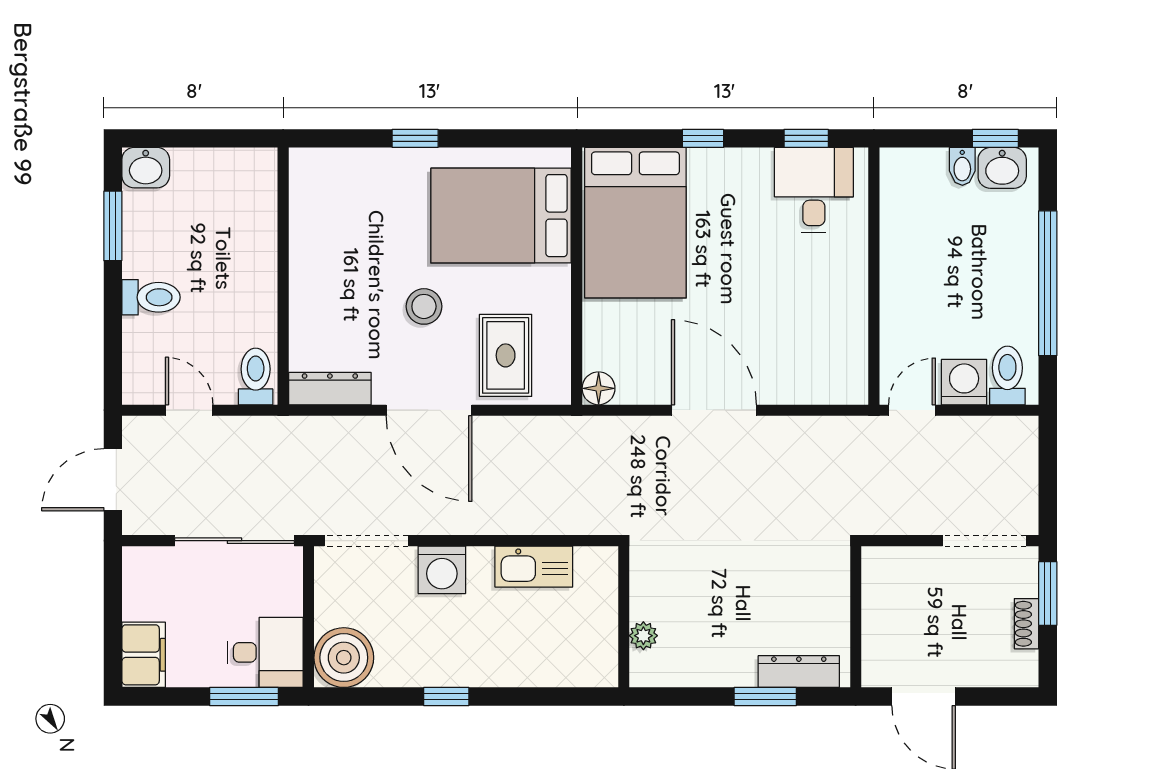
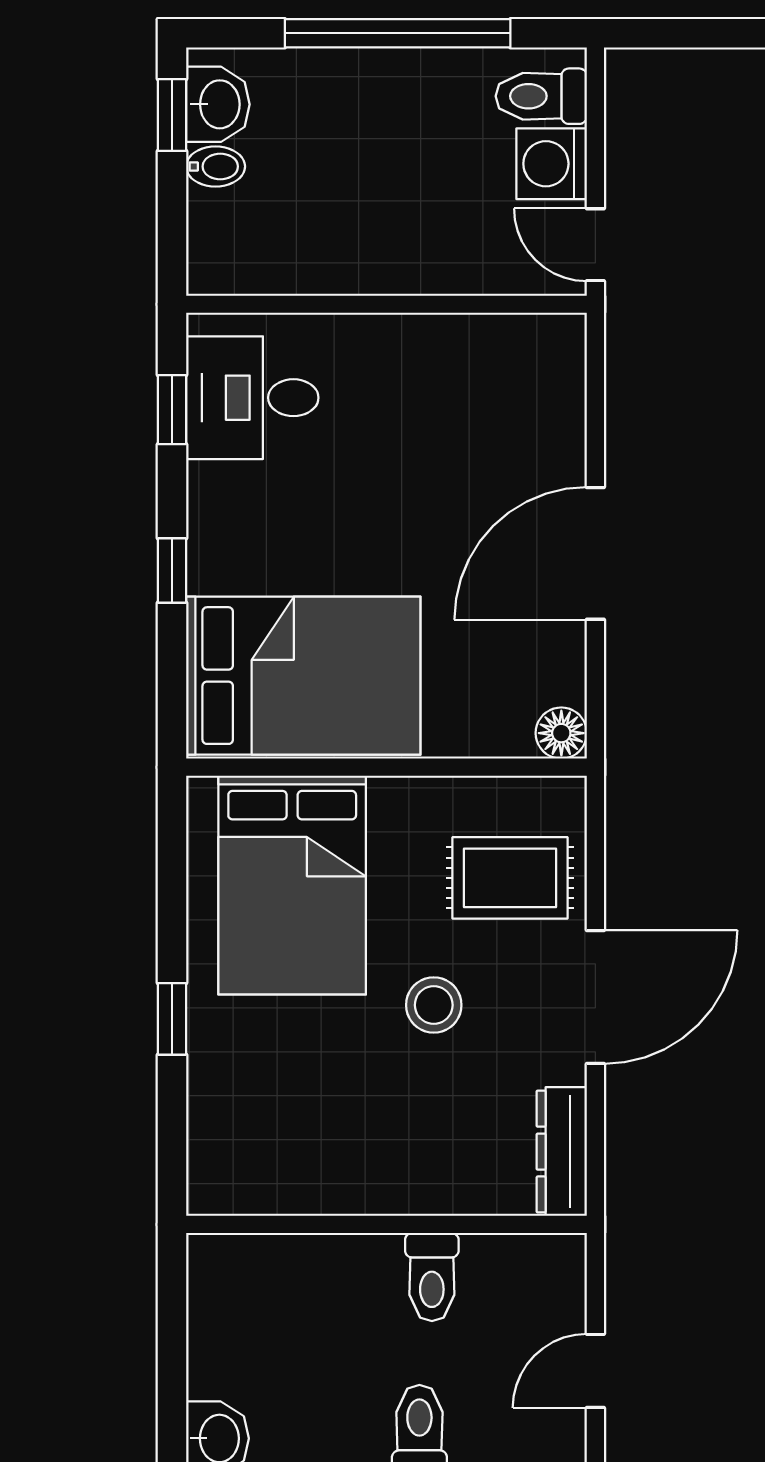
toilet: (256, 376) -> (432, 1277), moved, turned -90

